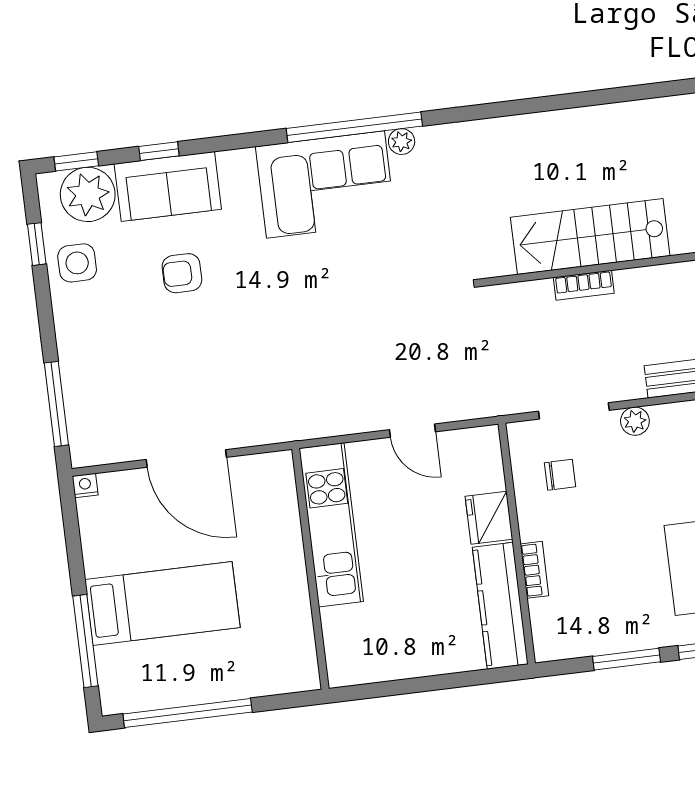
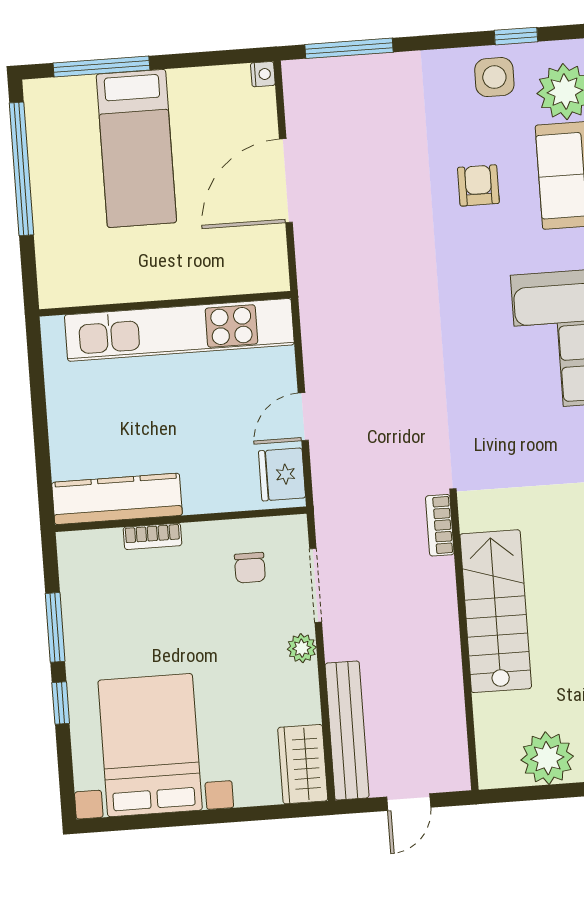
bookcase: (584, 285) -> (440, 525), moved
fridge: (489, 518) -> (282, 474), moved, turned -90
kitchen unit: (331, 525) -> (179, 330), width x1.36

